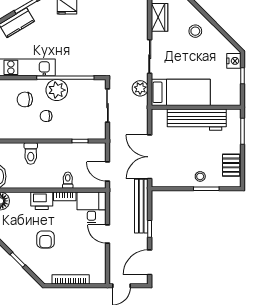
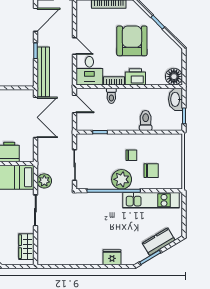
armchair: (45, 240) -> (132, 41), width x1.88, depth x1.88

